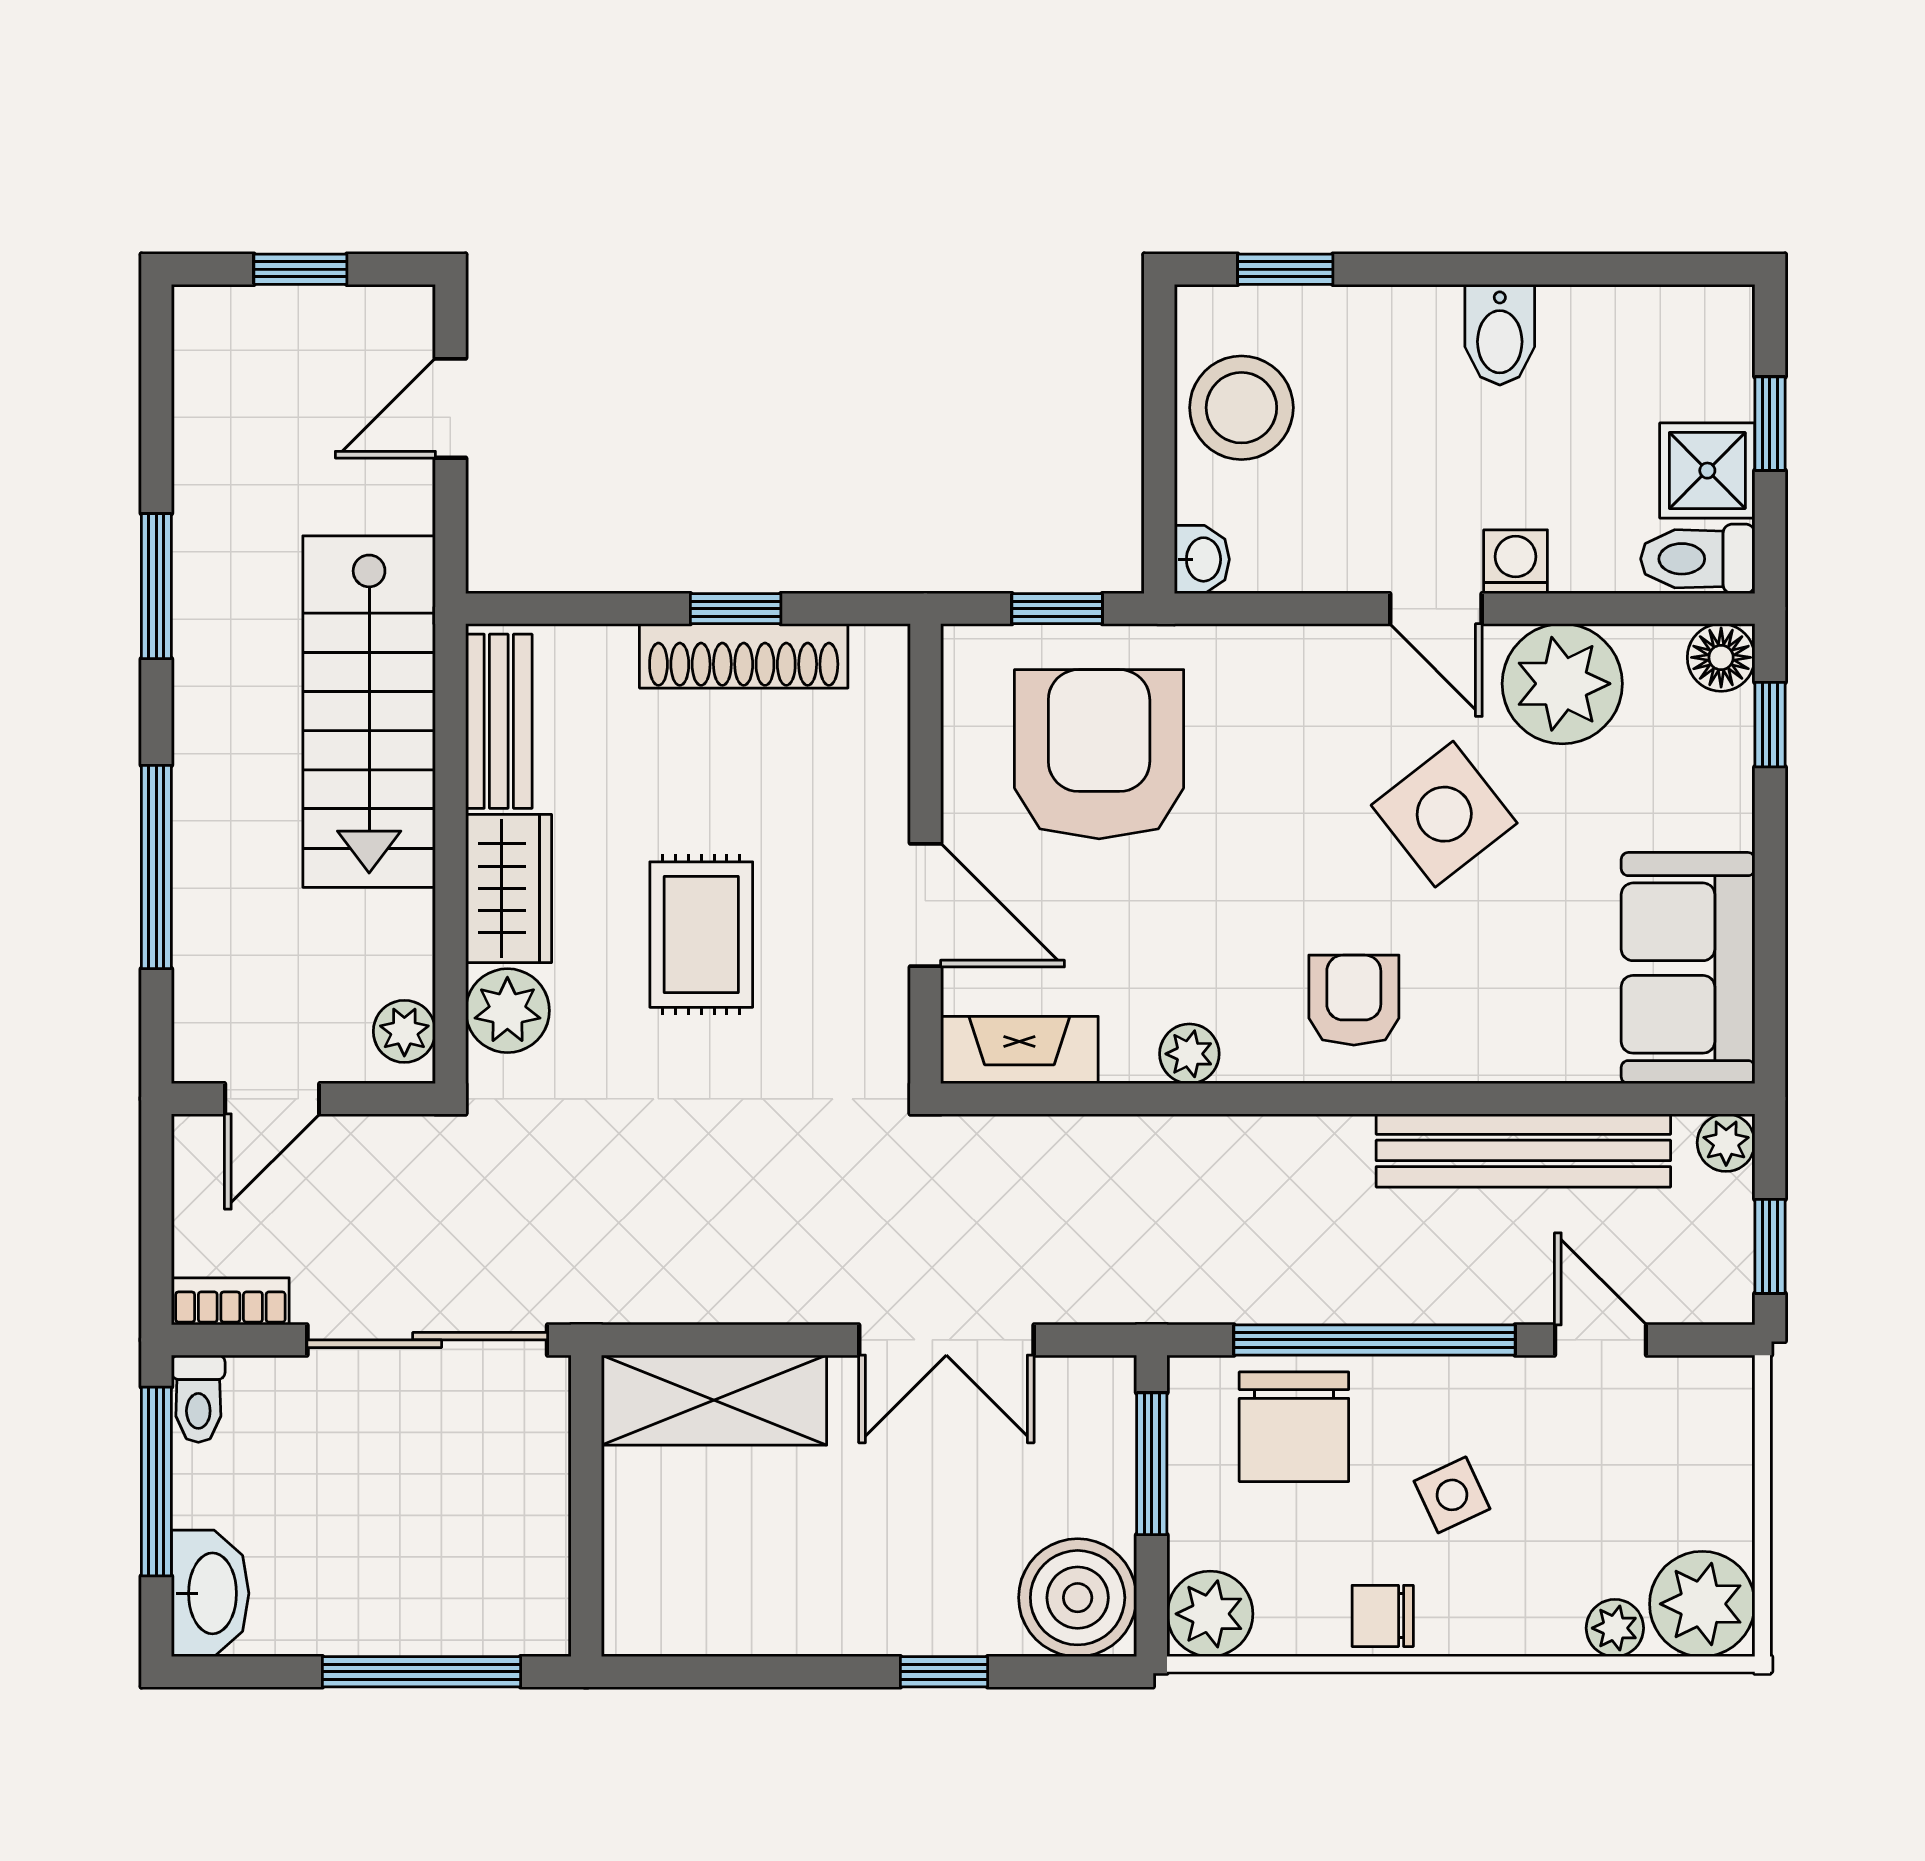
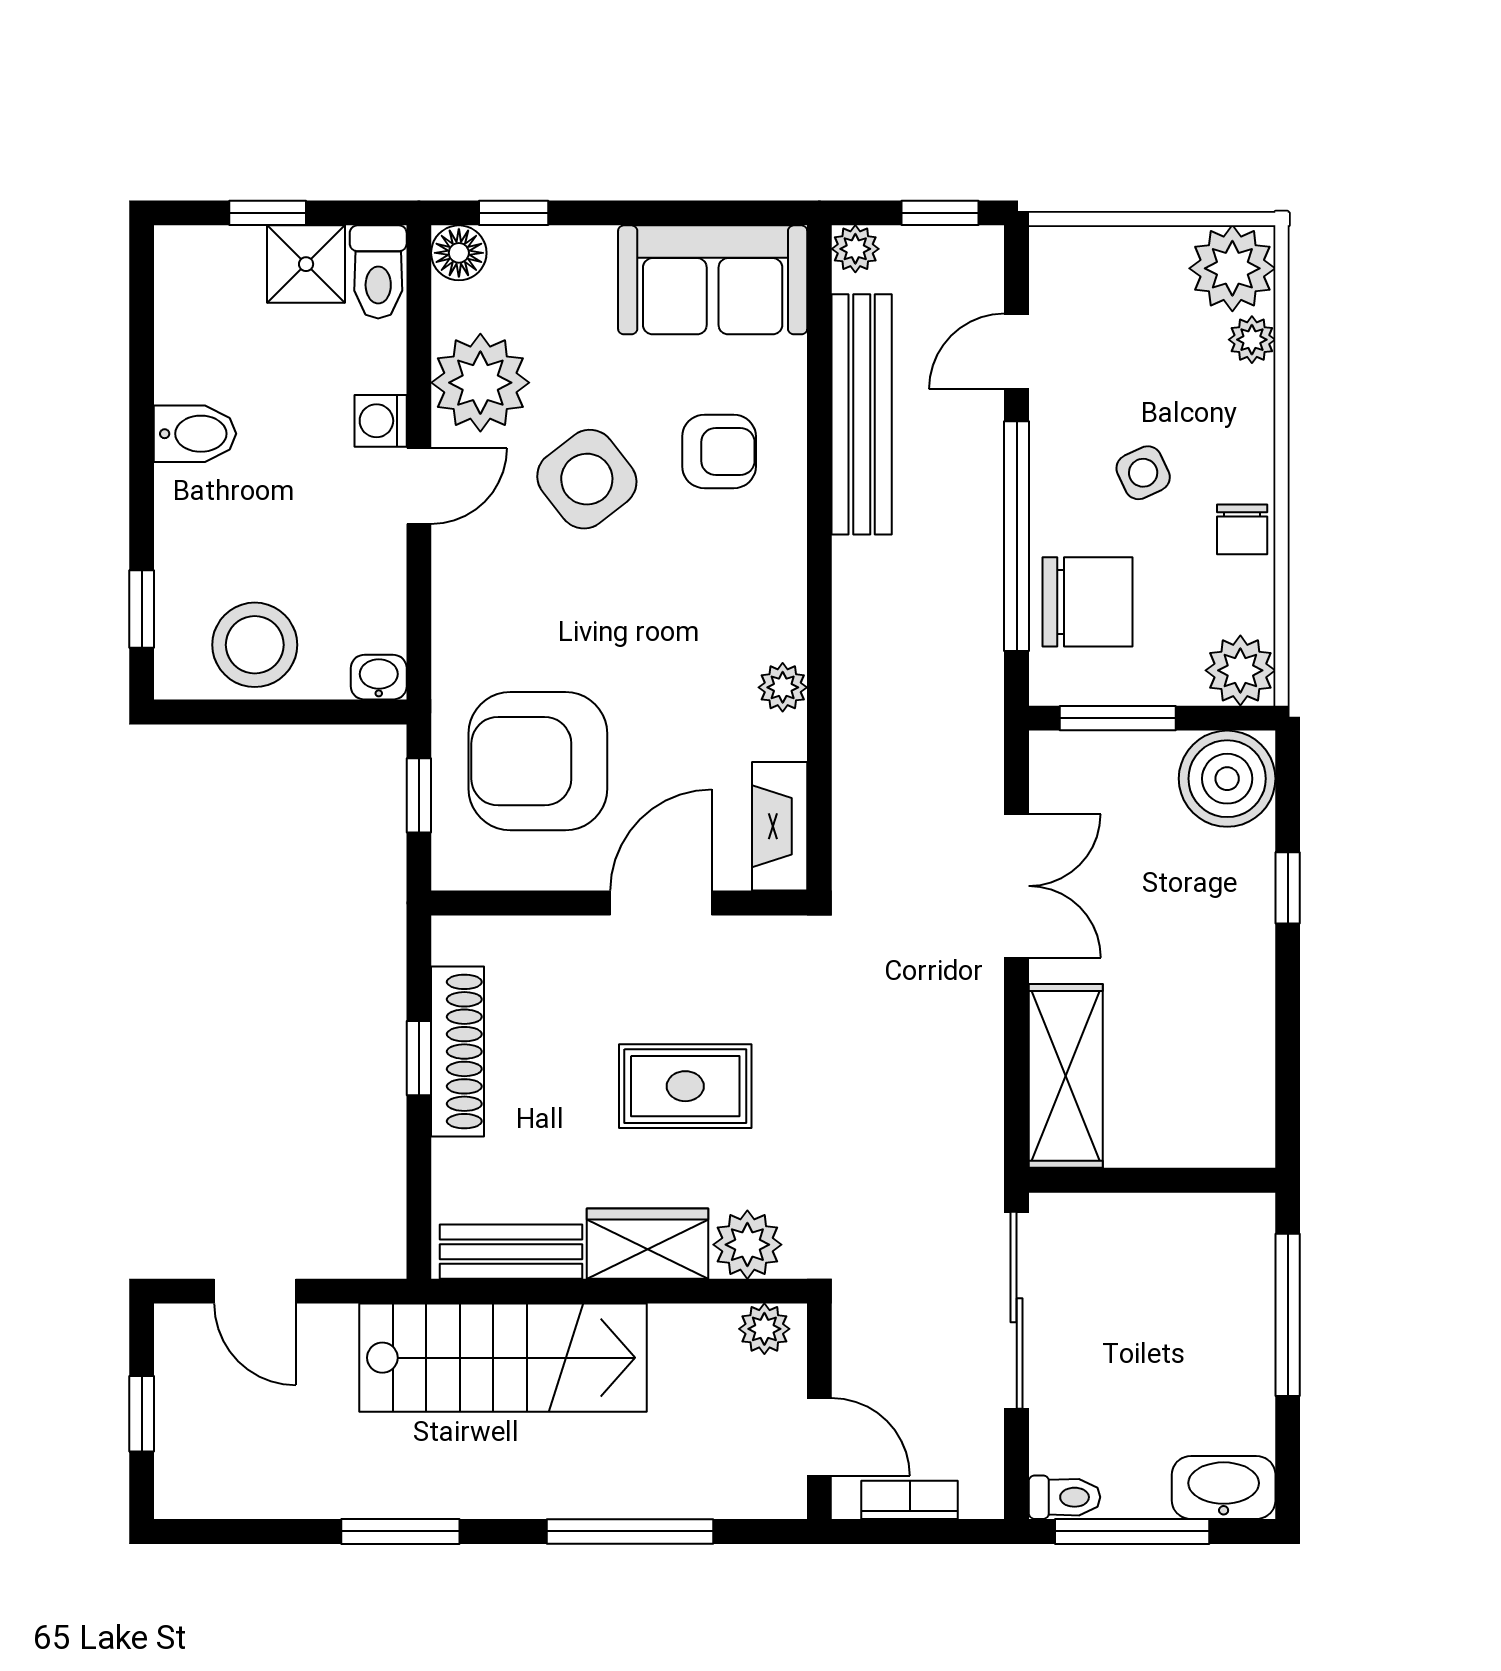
armchair: (1354, 1000) -> (719, 451), moved, turned 180
bookcase: (230, 1301) -> (910, 1500), moved, turned 90

